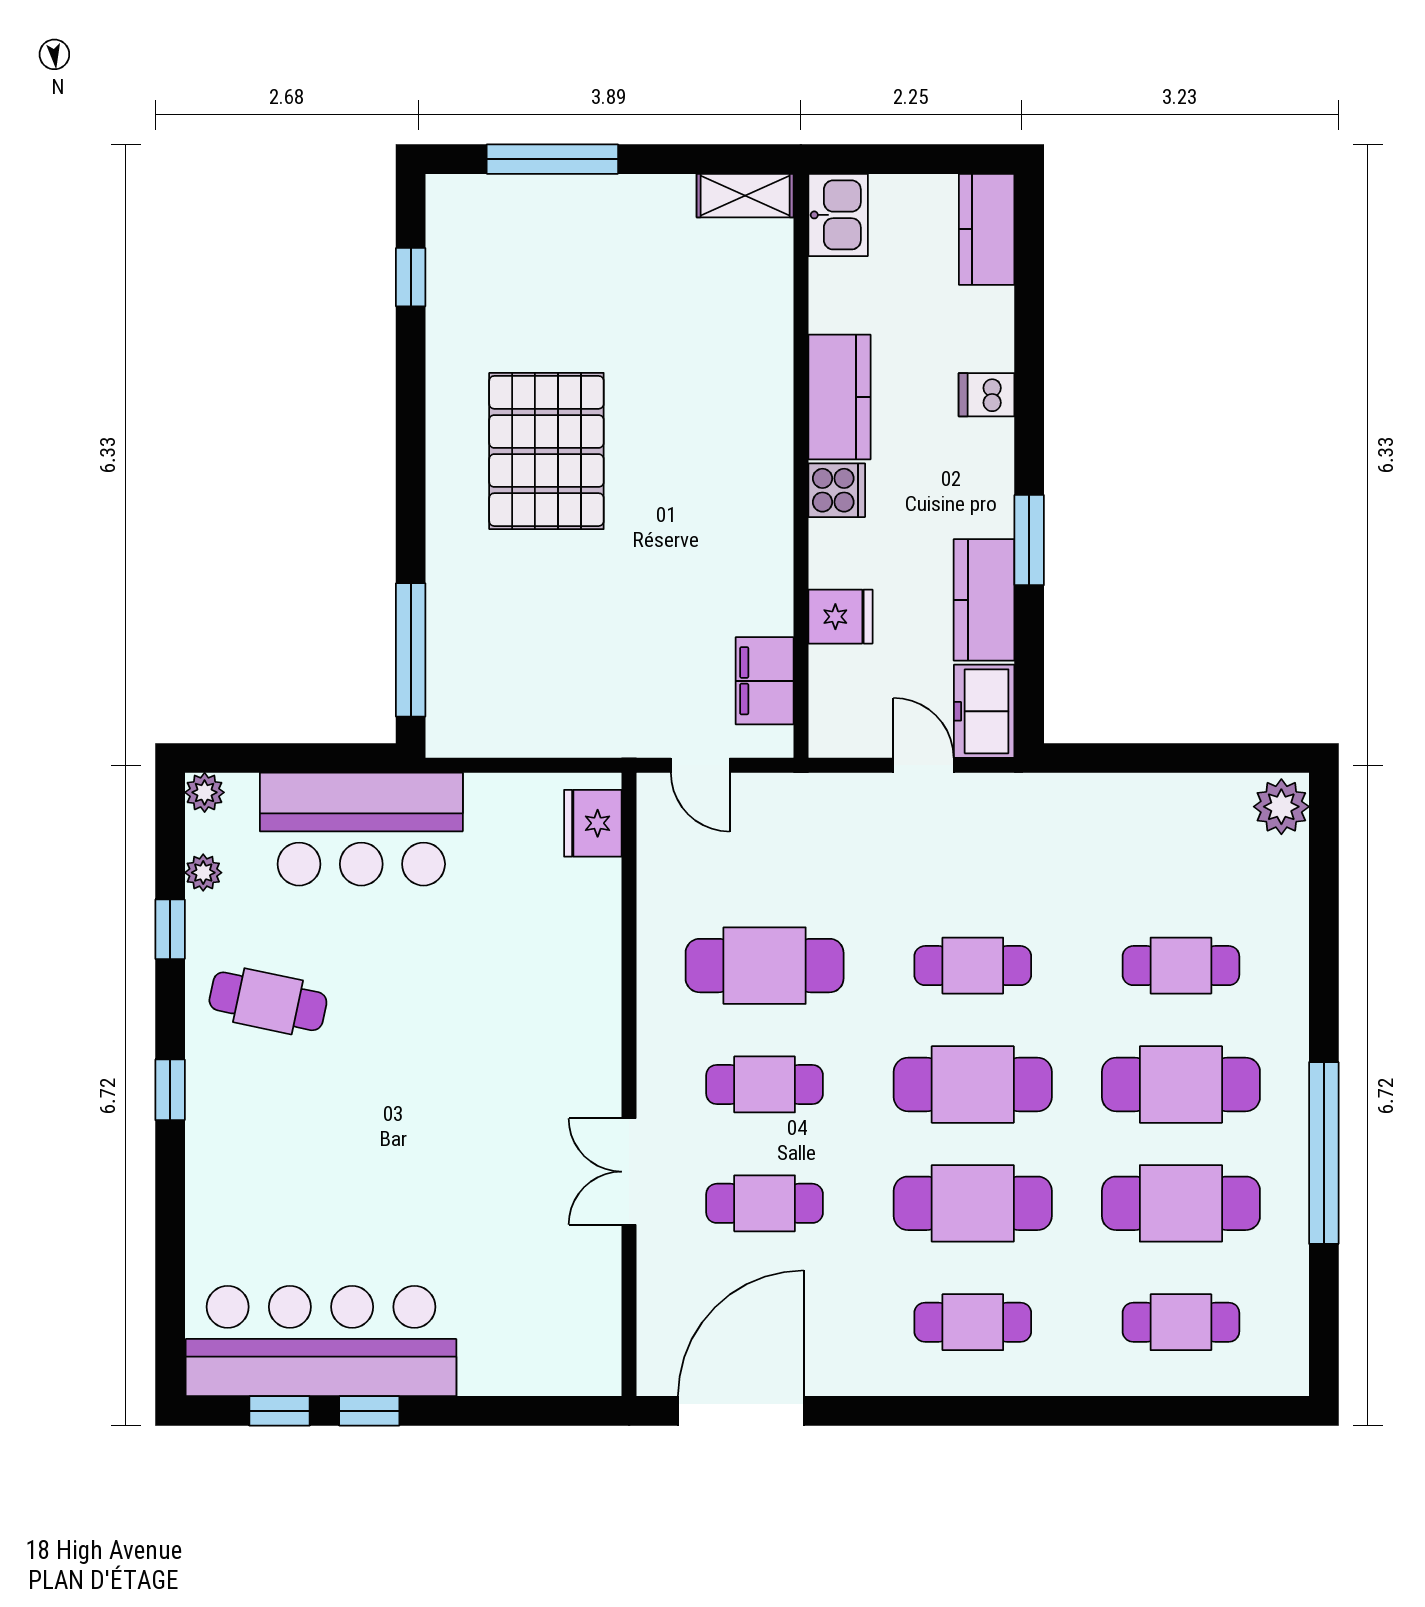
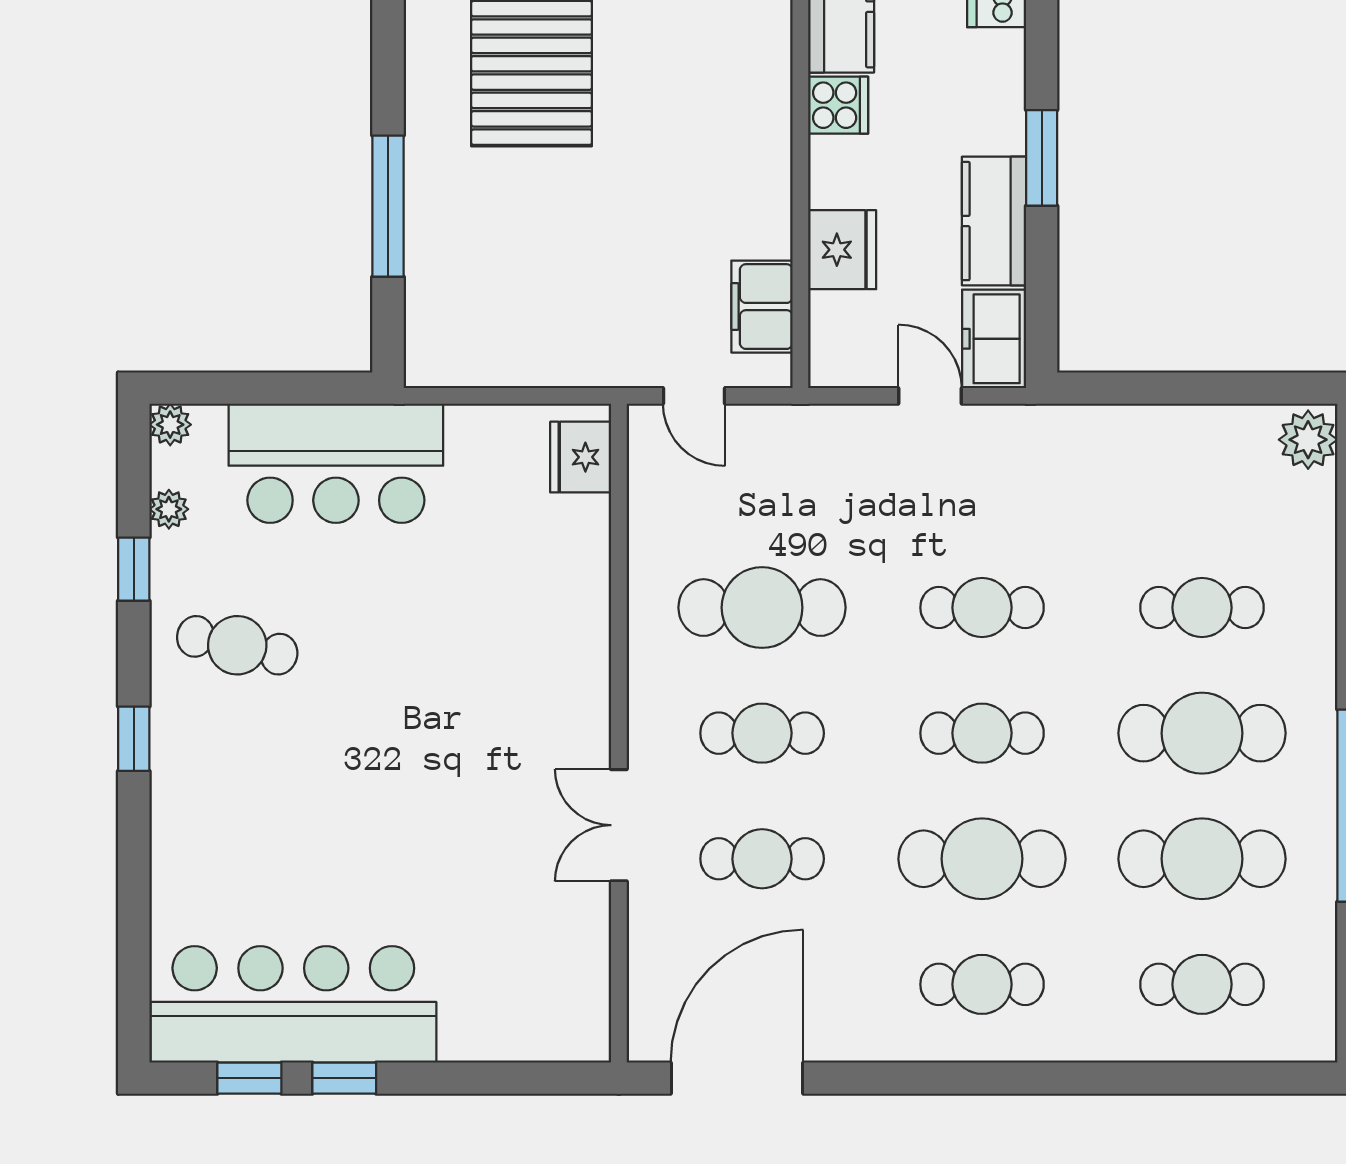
fridge: (840, 617) -> (842, 250), width x1.38
window: (411, 650) -> (388, 206), moved
cafe table: (973, 1084) -> (982, 733), width x0.73, depth x0.74

